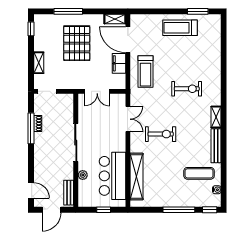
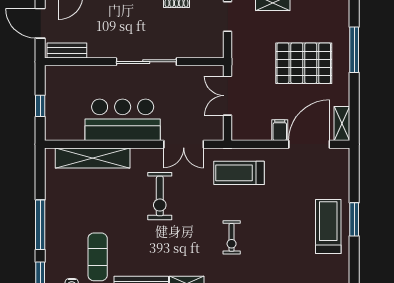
window: (198, 11) -> (354, 219), moved
filing cabinet: (119, 63) -> (280, 130), width x0.50
treadmill: (145, 71) -> (239, 173), moved
exercise bike: (187, 89) -> (232, 237), width x0.73, depth x0.72
plant: (83, 175) -> (95, 73), removed
bar counter: (112, 176) -> (123, 120), moved

